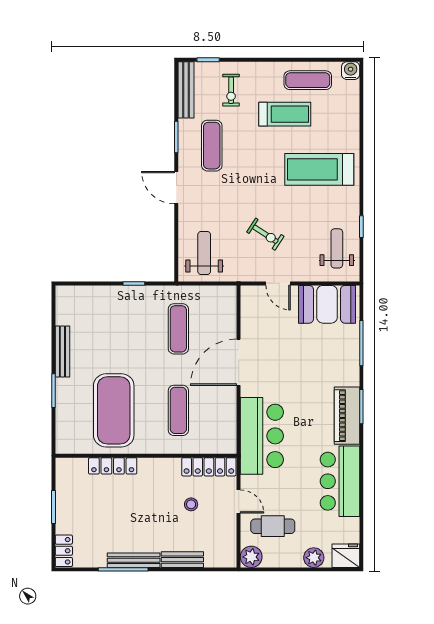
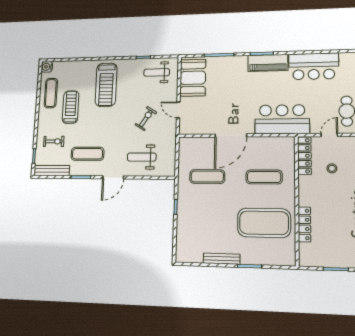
weight bench: (204, 253) -> (142, 157), moved
door: (278, 283) -> (178, 110), swing flipped
door: (239, 362) -> (231, 136), hinge flipped

